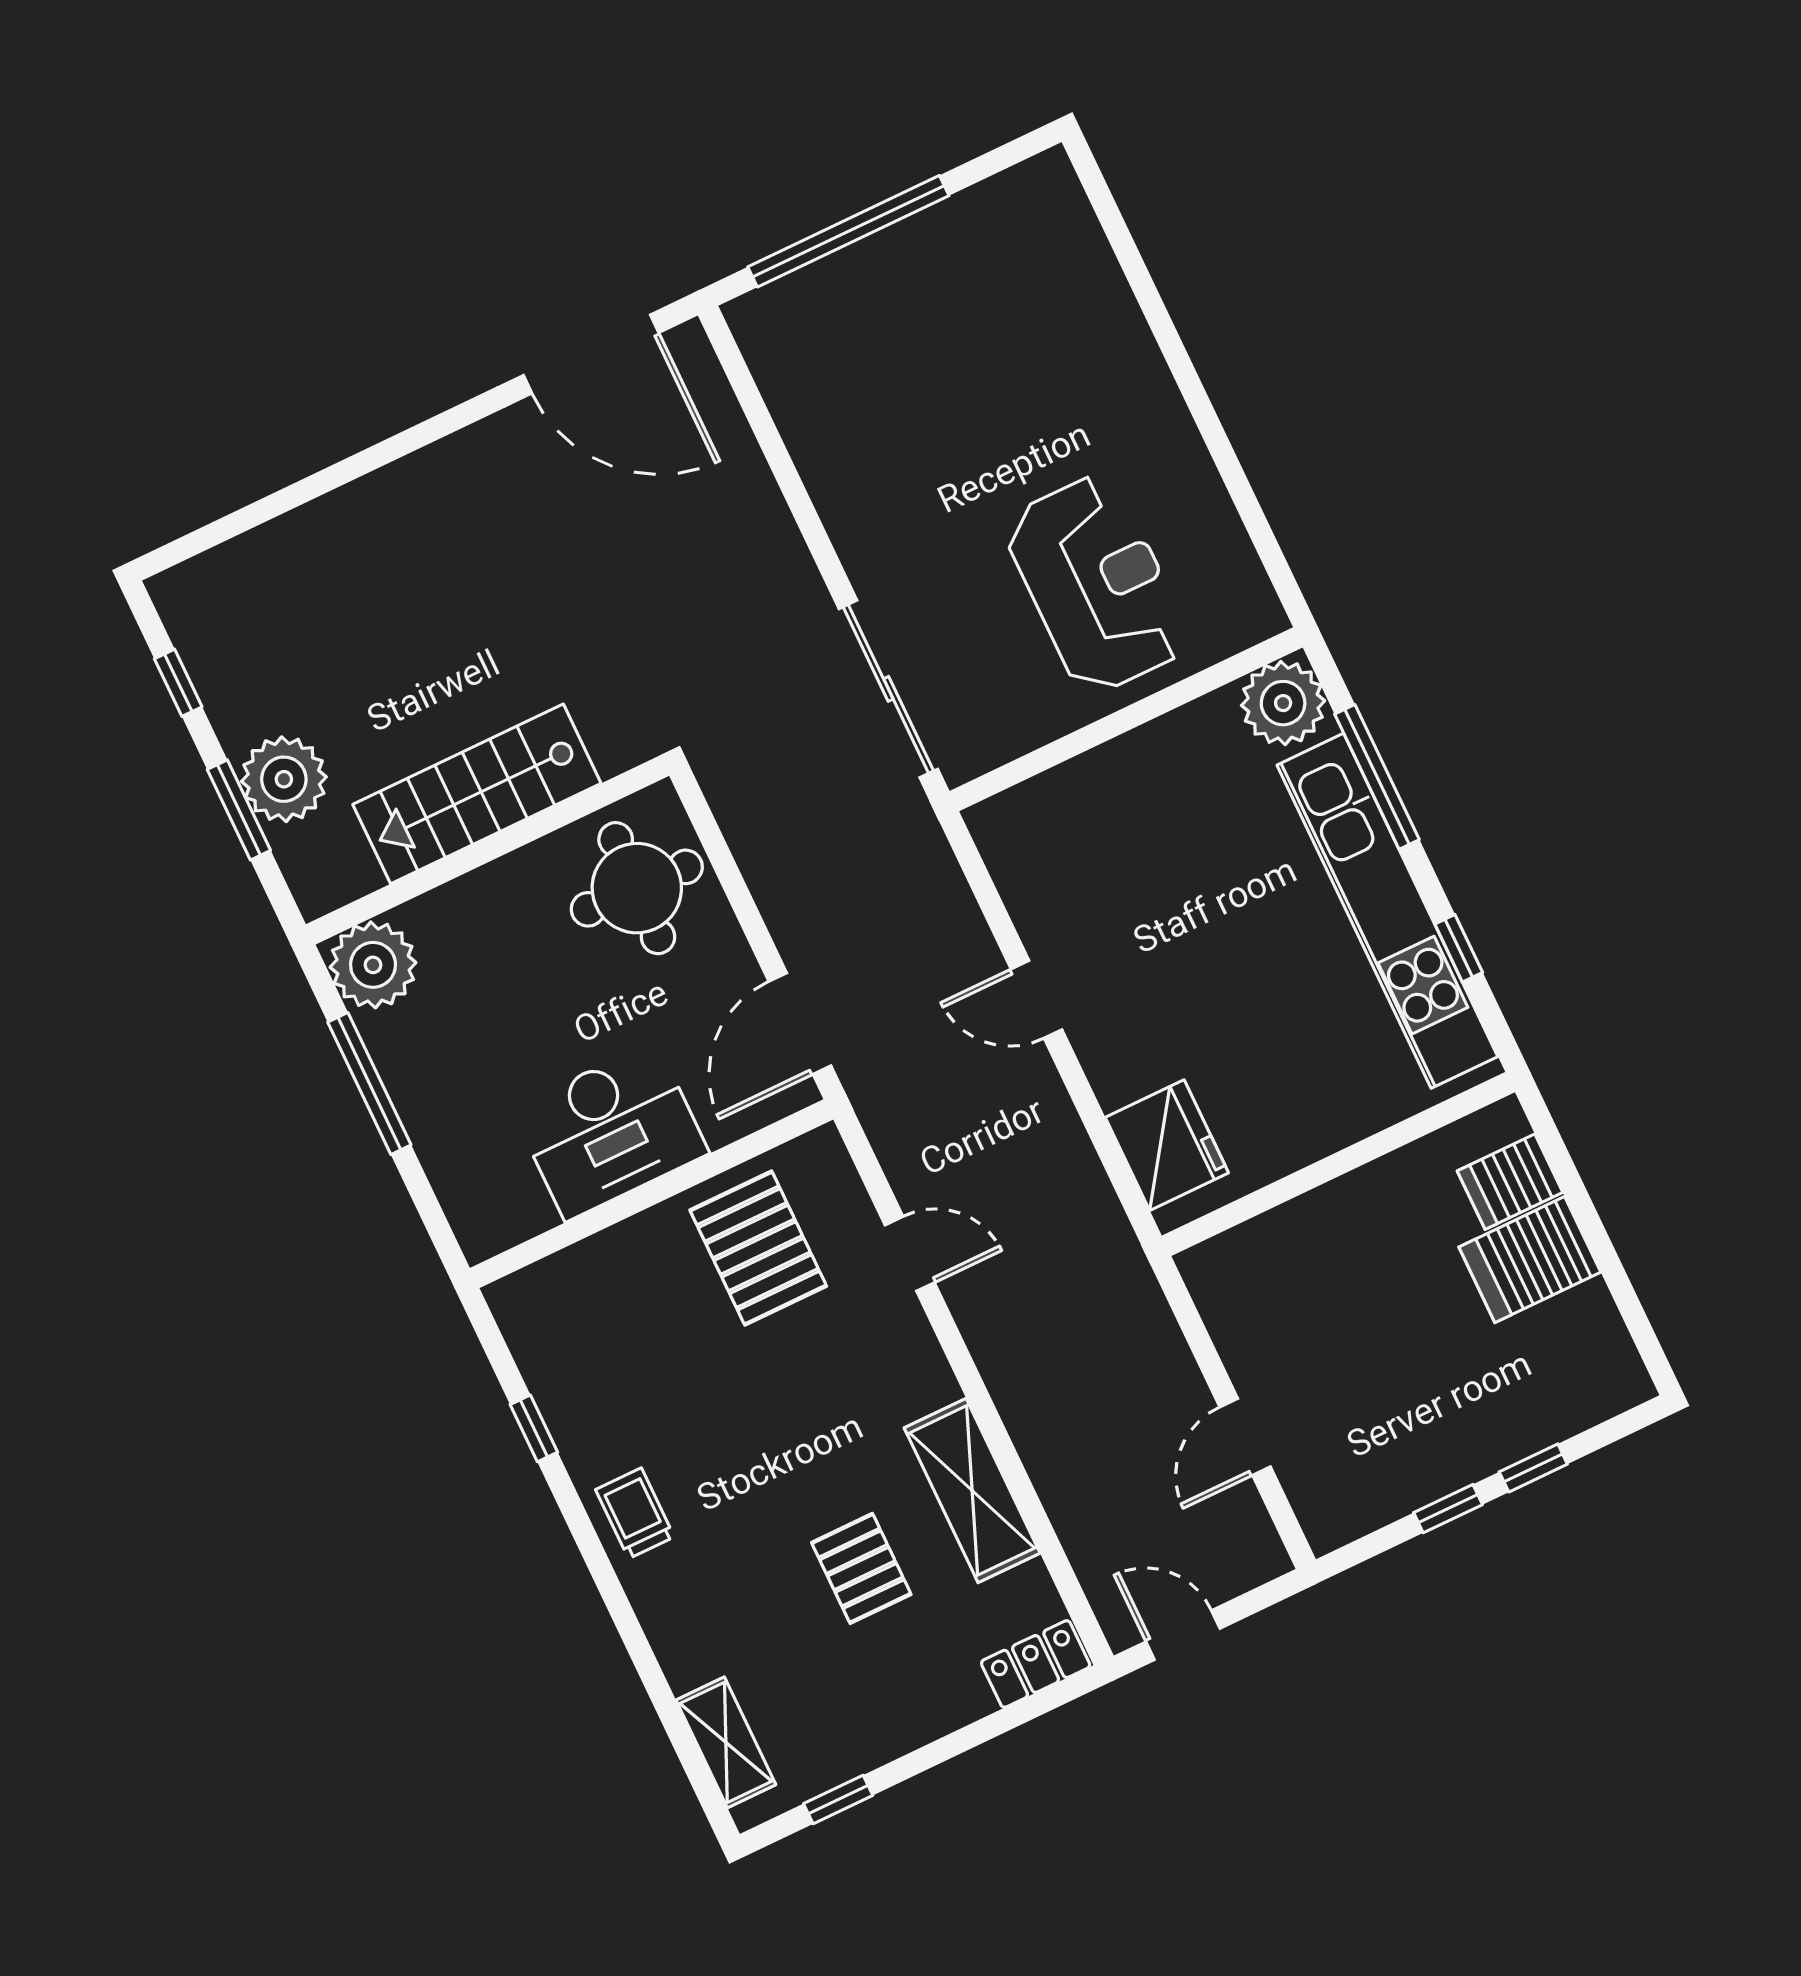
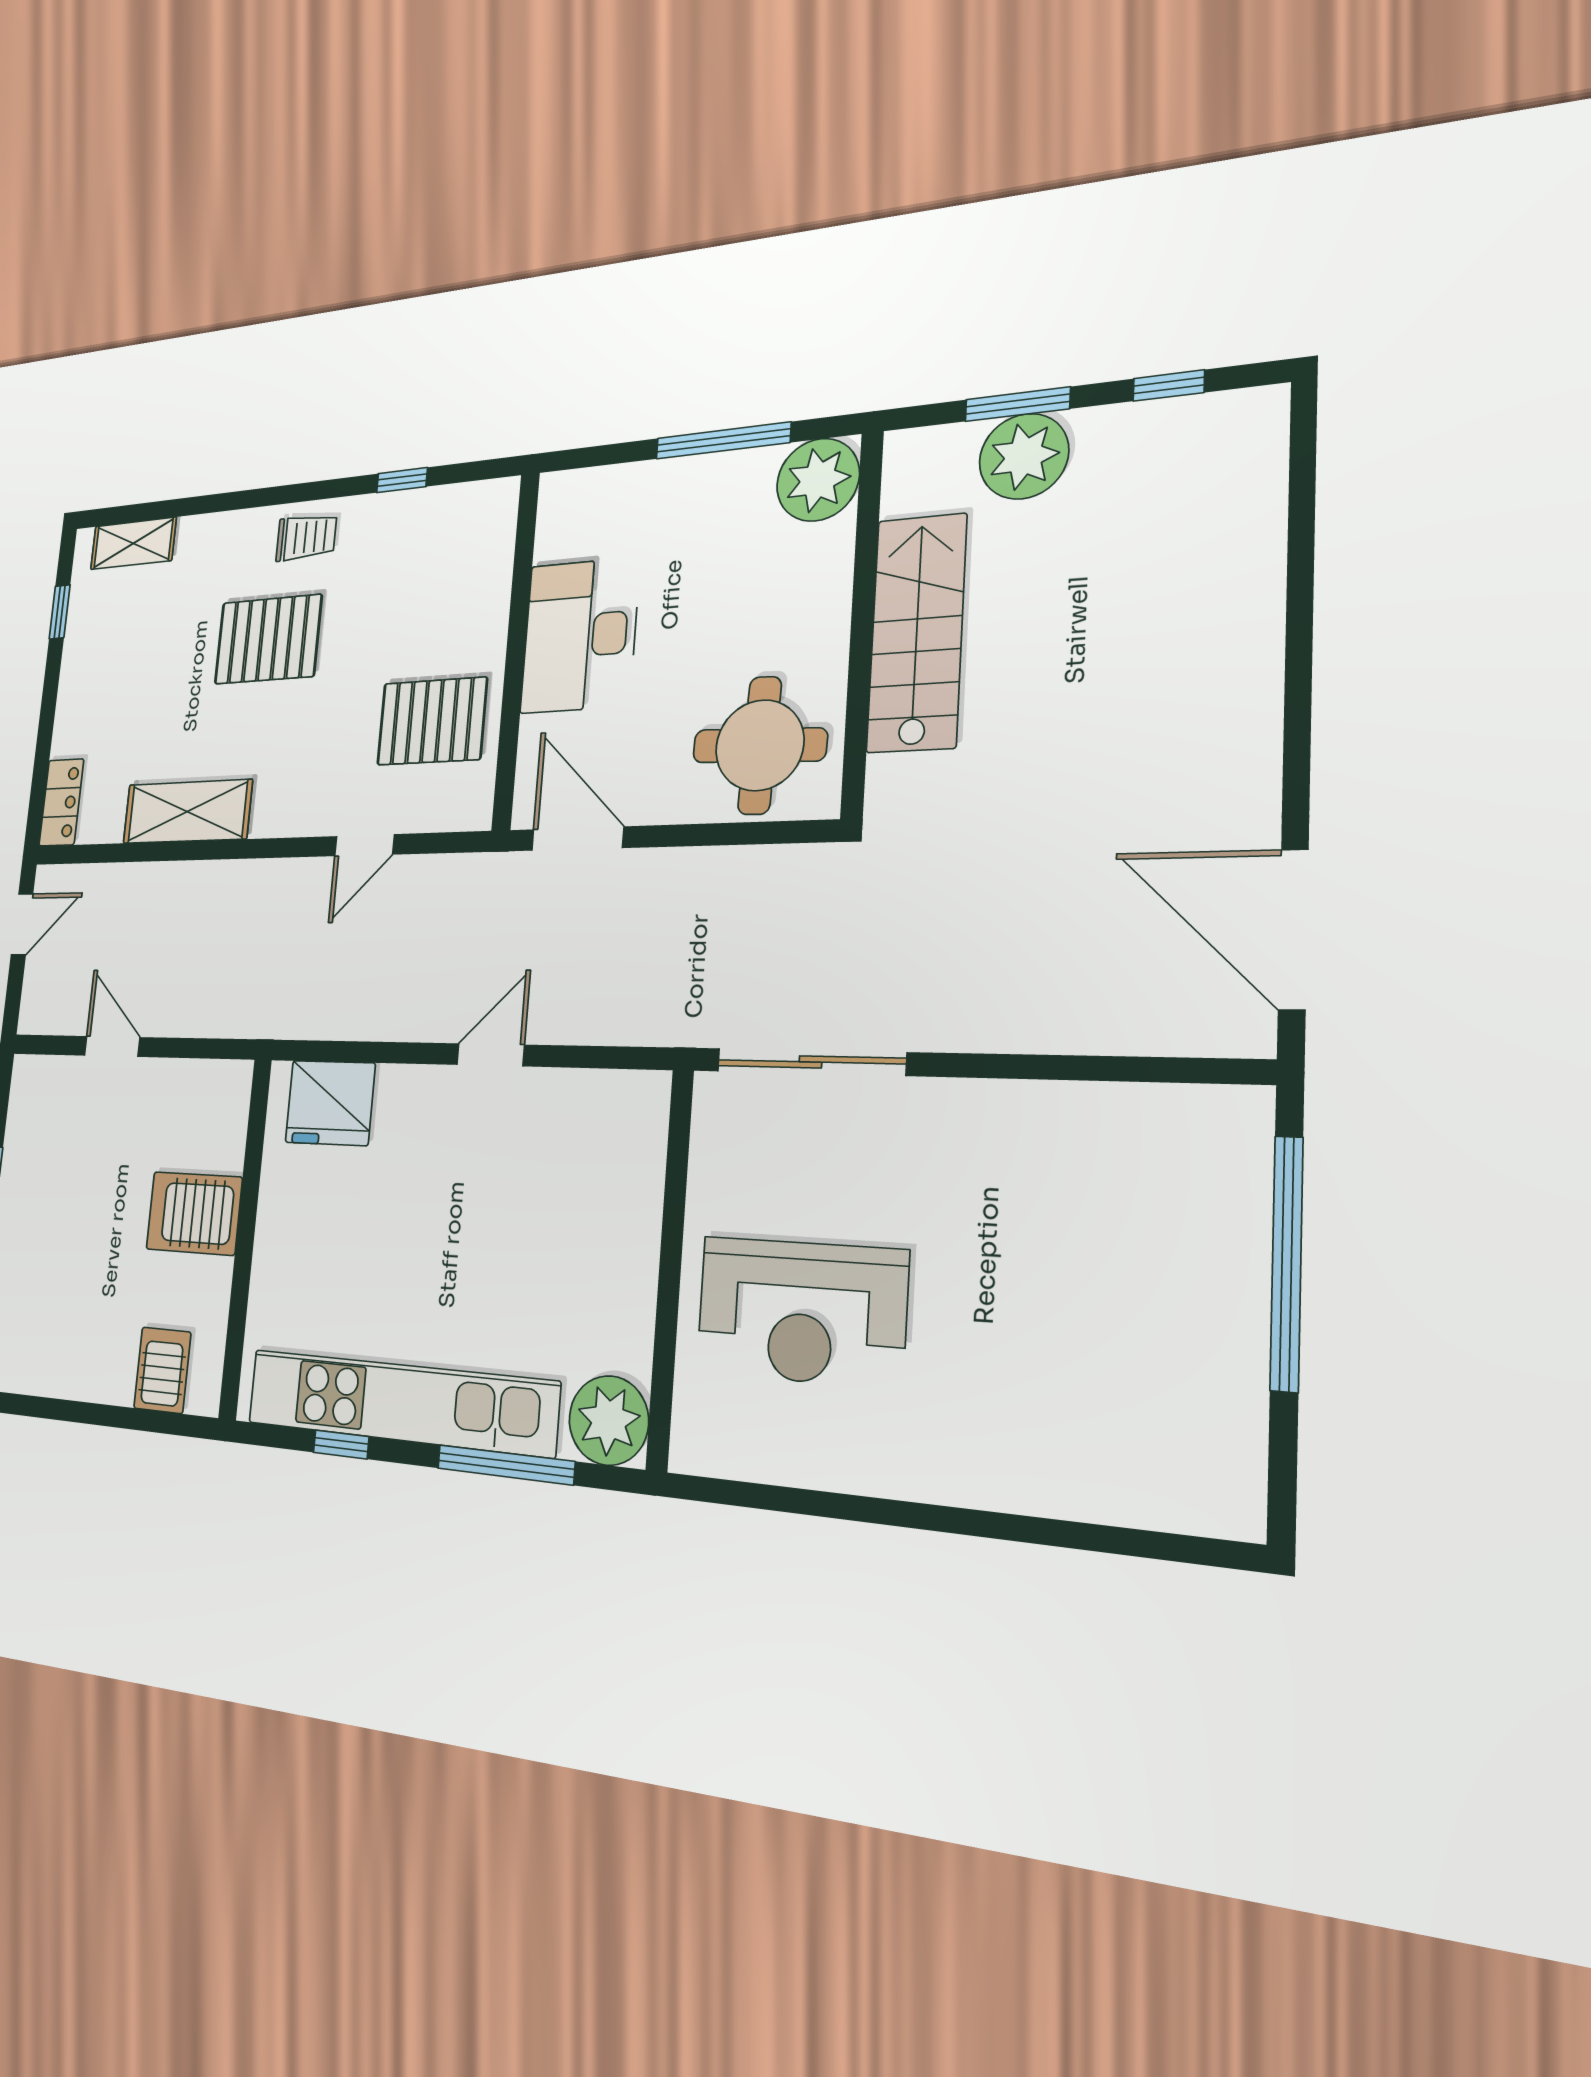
door: (591, 354) -> (1293, 929), hinge flipped
server rack: (1530, 1260) -> (194, 1213), moved, turned -90
pallet: (861, 1568) -> (268, 639), moved, width x1.50, depth x1.42

